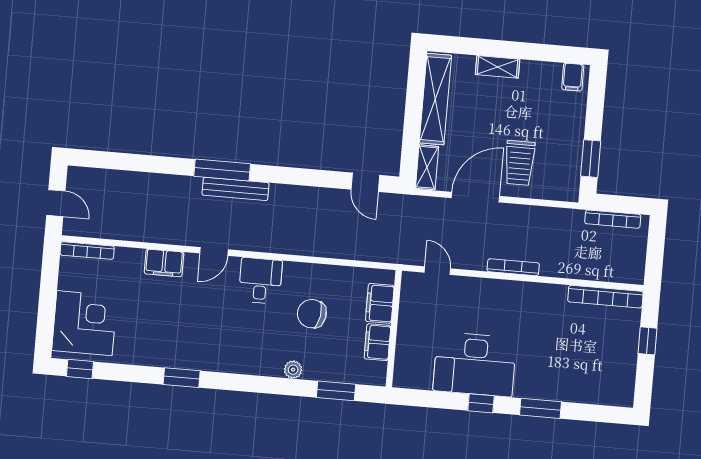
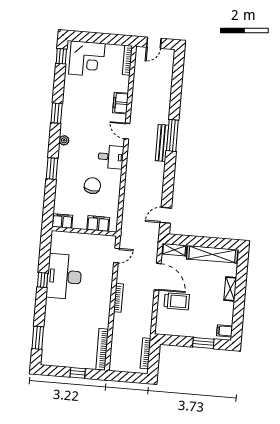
window: (591, 159) -> (203, 343), moved
trolley: (519, 163) -> (177, 301), turned 180
filing cabinet: (377, 342) -> (62, 221), moved
plant: (293, 370) -> (64, 140), moved
window: (336, 391) -> (52, 169), moved
window: (540, 408) -> (38, 338), moved

